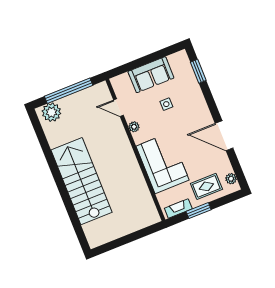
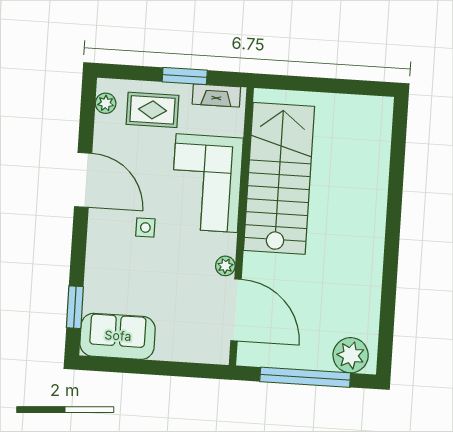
sofa: (151, 75) -> (118, 336), moved
side table: (166, 104) -> (145, 228), moved
door: (118, 108) -> (236, 310), width x1.87
stairs: (81, 181) -> (279, 178), moved, turned 180

